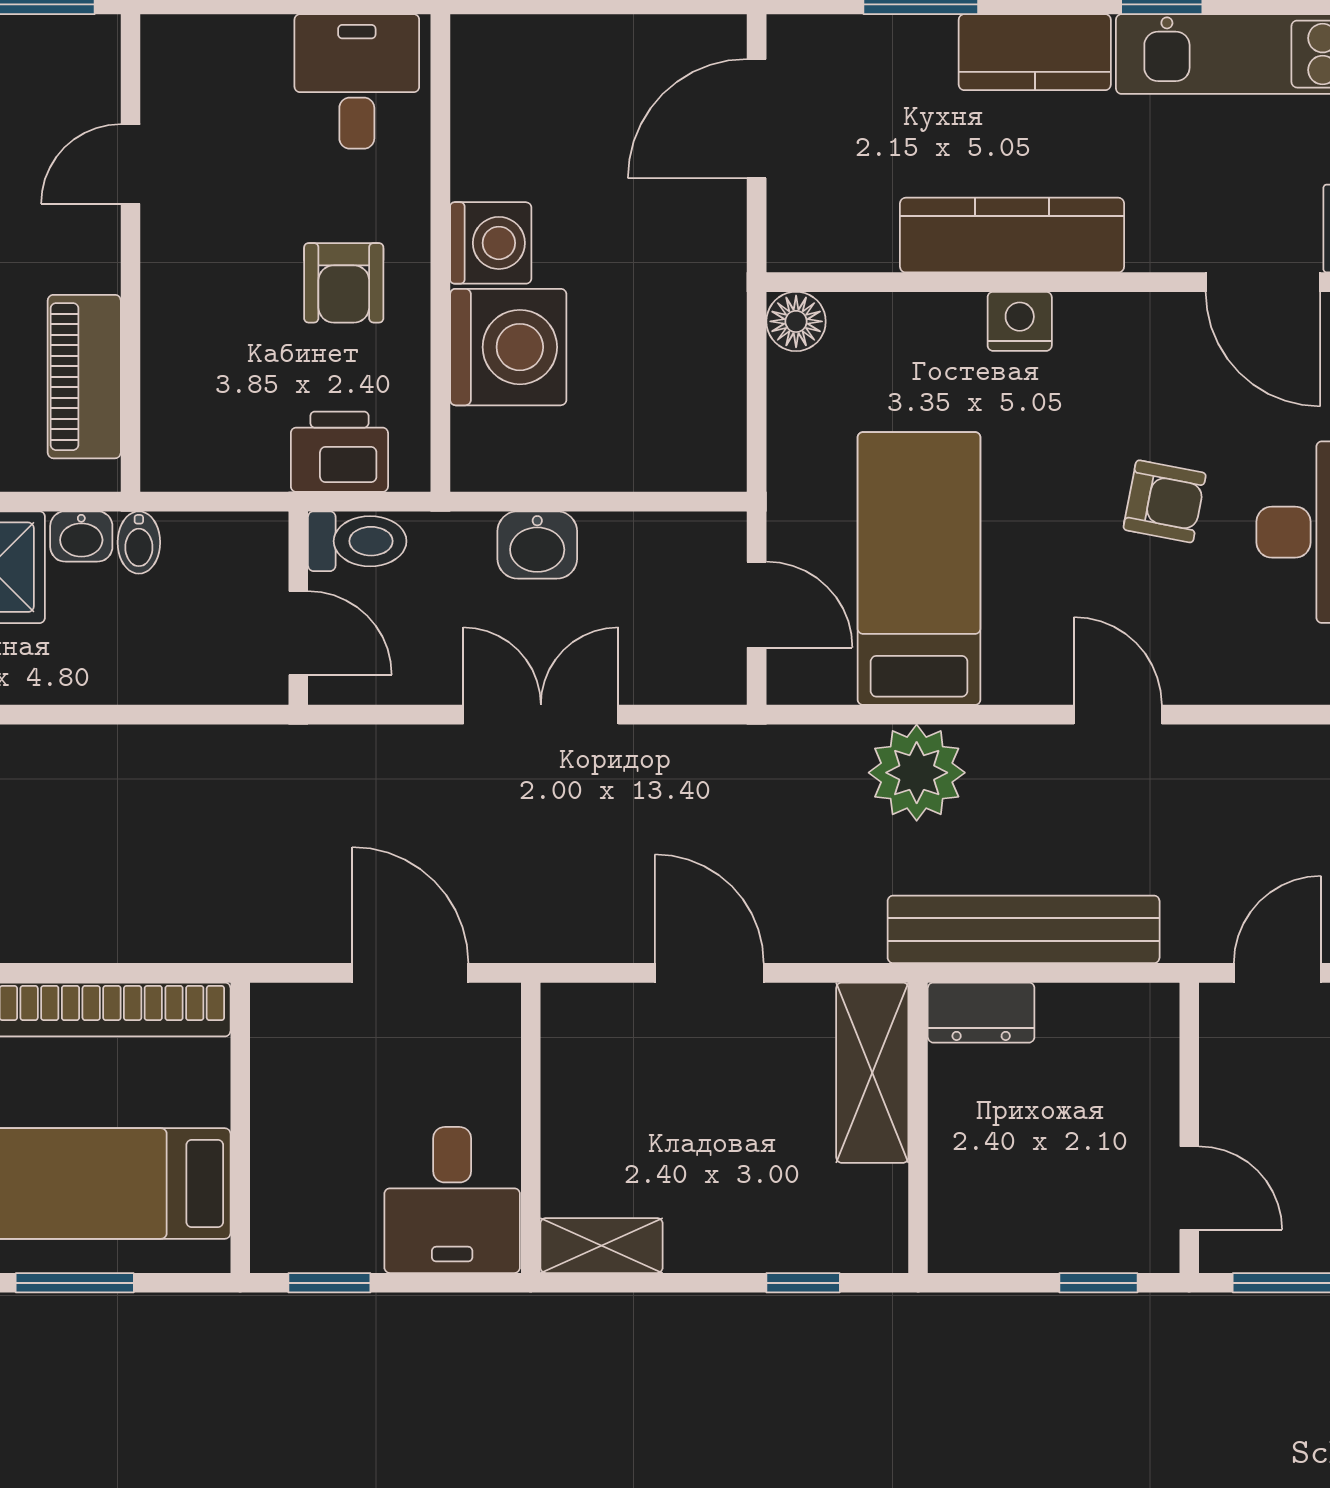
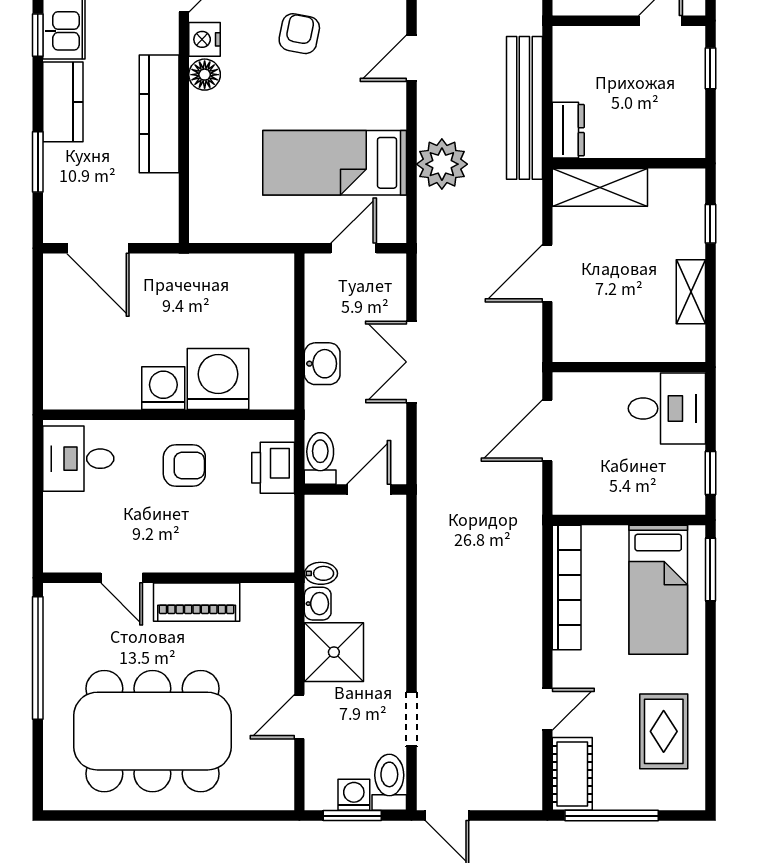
floor lamp: (796, 321) -> (205, 75), moved
nightstand: (1020, 321) -> (205, 39), moved
piano: (84, 377) -> (197, 602), moved
shelving: (601, 1246) -> (691, 292), moved
window: (75, 1283) -> (710, 570), moved

